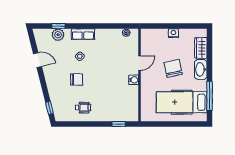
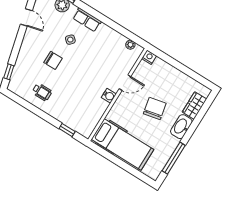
nightstand: (173, 33) -> (149, 57), moved
hospital bed: (182, 102) -> (122, 144), moved, turned 180

